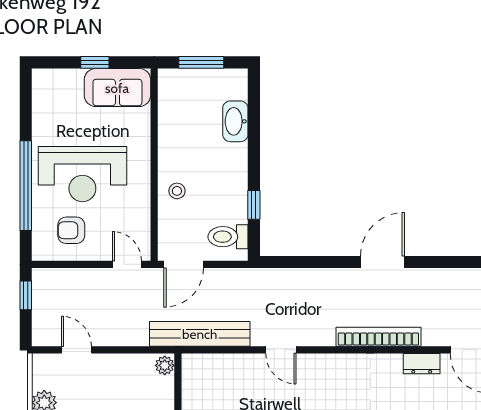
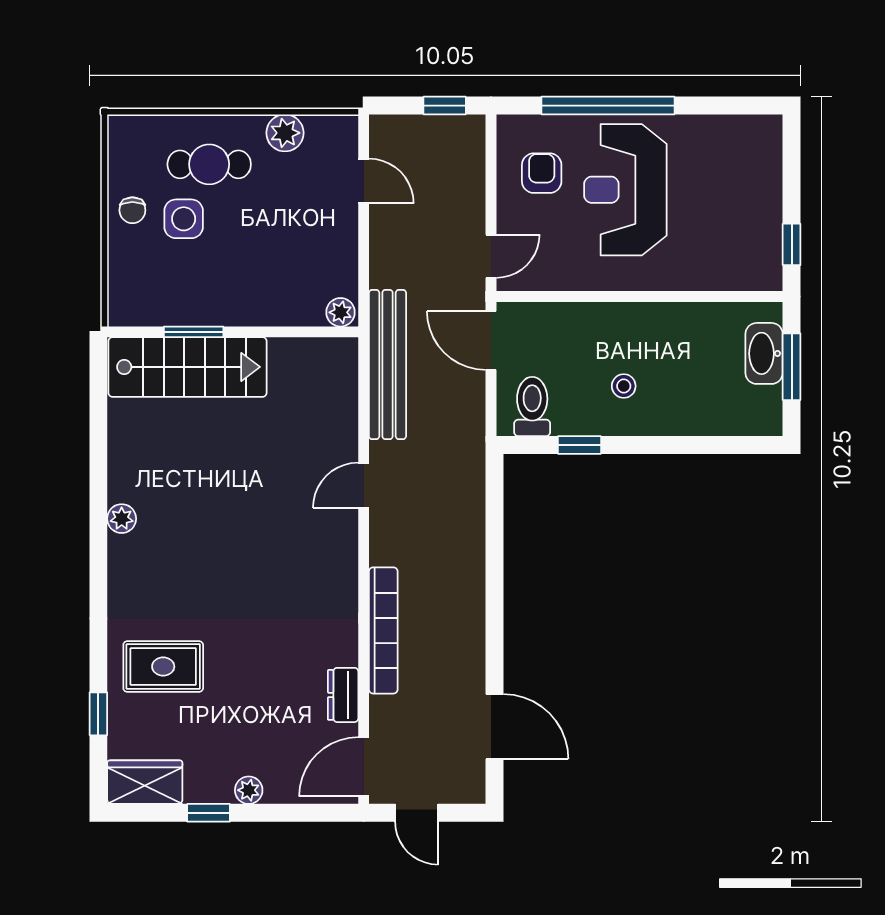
window: (95, 62) -> (792, 244), moved
sofa: (117, 88) -> (754, 242), removed
washbasin: (235, 121) -> (764, 353), moved, turned -90
stool: (177, 191) -> (624, 386), moved
door: (382, 262) -> (494, 727), moved
door: (77, 350) -> (364, 181), hinge flipped

